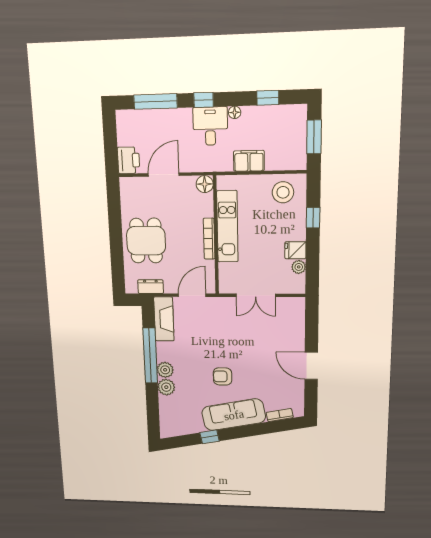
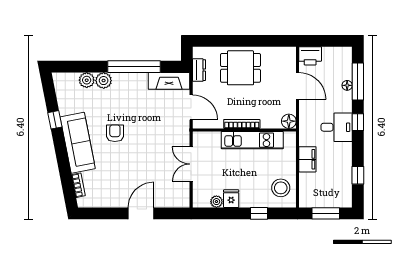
floor lamp: (235, 112) -> (347, 85), moved
door: (311, 366) -> (141, 213), moved
plant: (165, 370) -> (87, 80), moved

